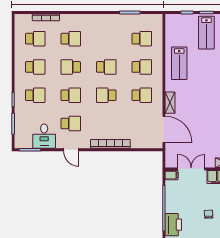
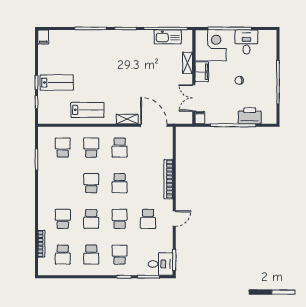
school desk: (35, 39) -> (63, 255), turned 180
school desk: (35, 67) -> (91, 255), turned 180
school desk: (142, 95) -> (120, 147), turned 180
school desk: (71, 123) -> (148, 219), turned 180
door: (164, 129) -> (154, 125), hinge flipped
desk: (44, 136) -> (161, 264), moved

